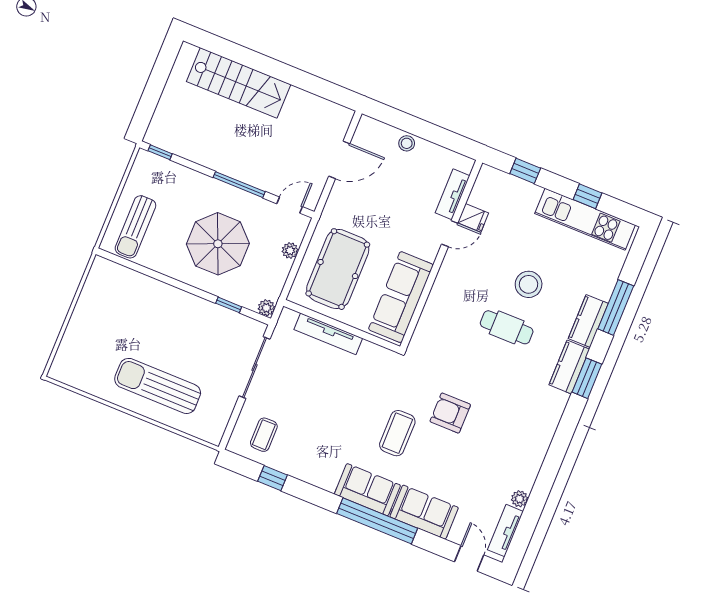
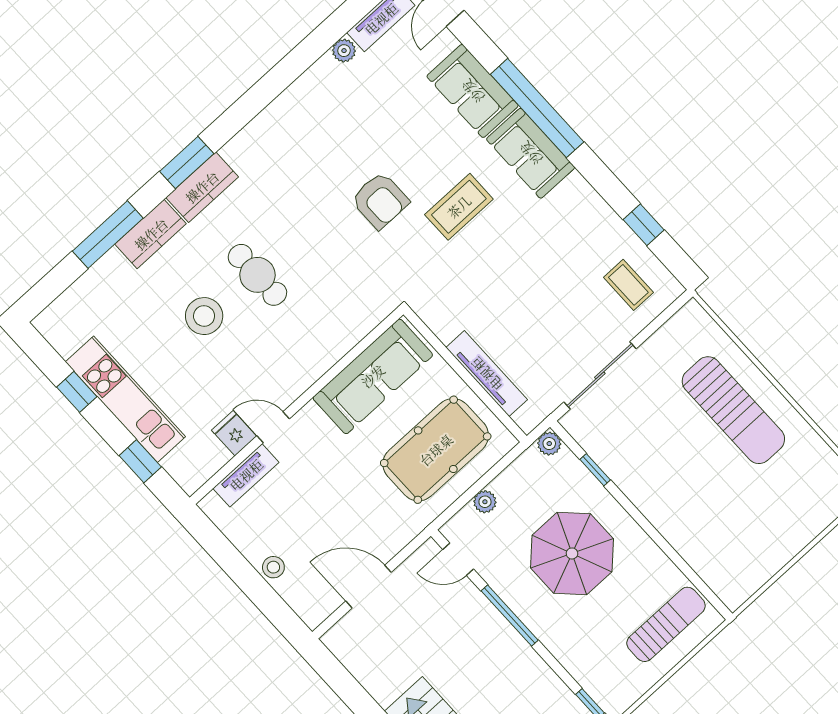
kitchen unit: (585, 219) -> (125, 399), moved
coffee table: (264, 435) -> (628, 285), turned 90

